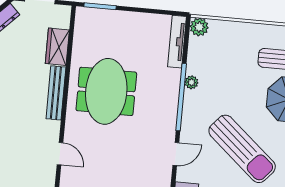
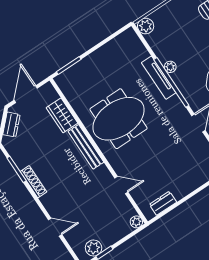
tv unit: (177, 42) -> (159, 78), moved
meeting table: (106, 91) -> (119, 119), turned 90

